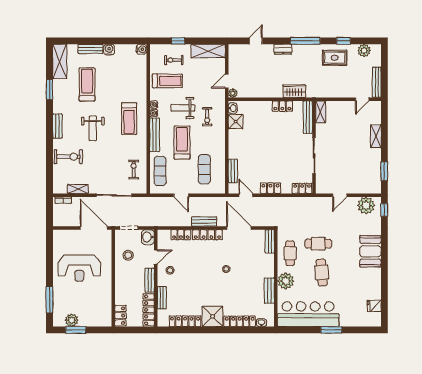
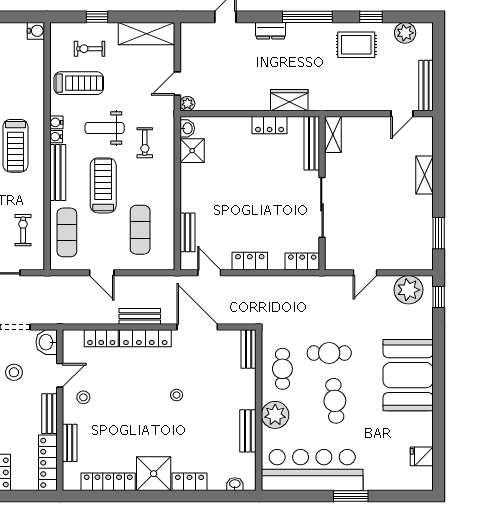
booth: (370, 251) -> (408, 375), width x1.36, depth x1.42
locker: (240, 321) -> (190, 482), width x0.66

